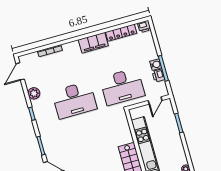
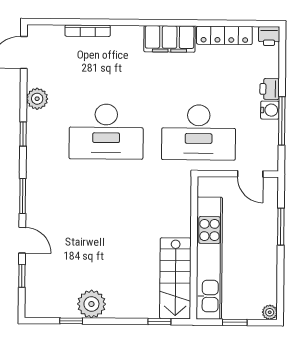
printer: (159, 76) -> (270, 89), moved
door: (155, 100) -> (250, 174), hinge flipped

